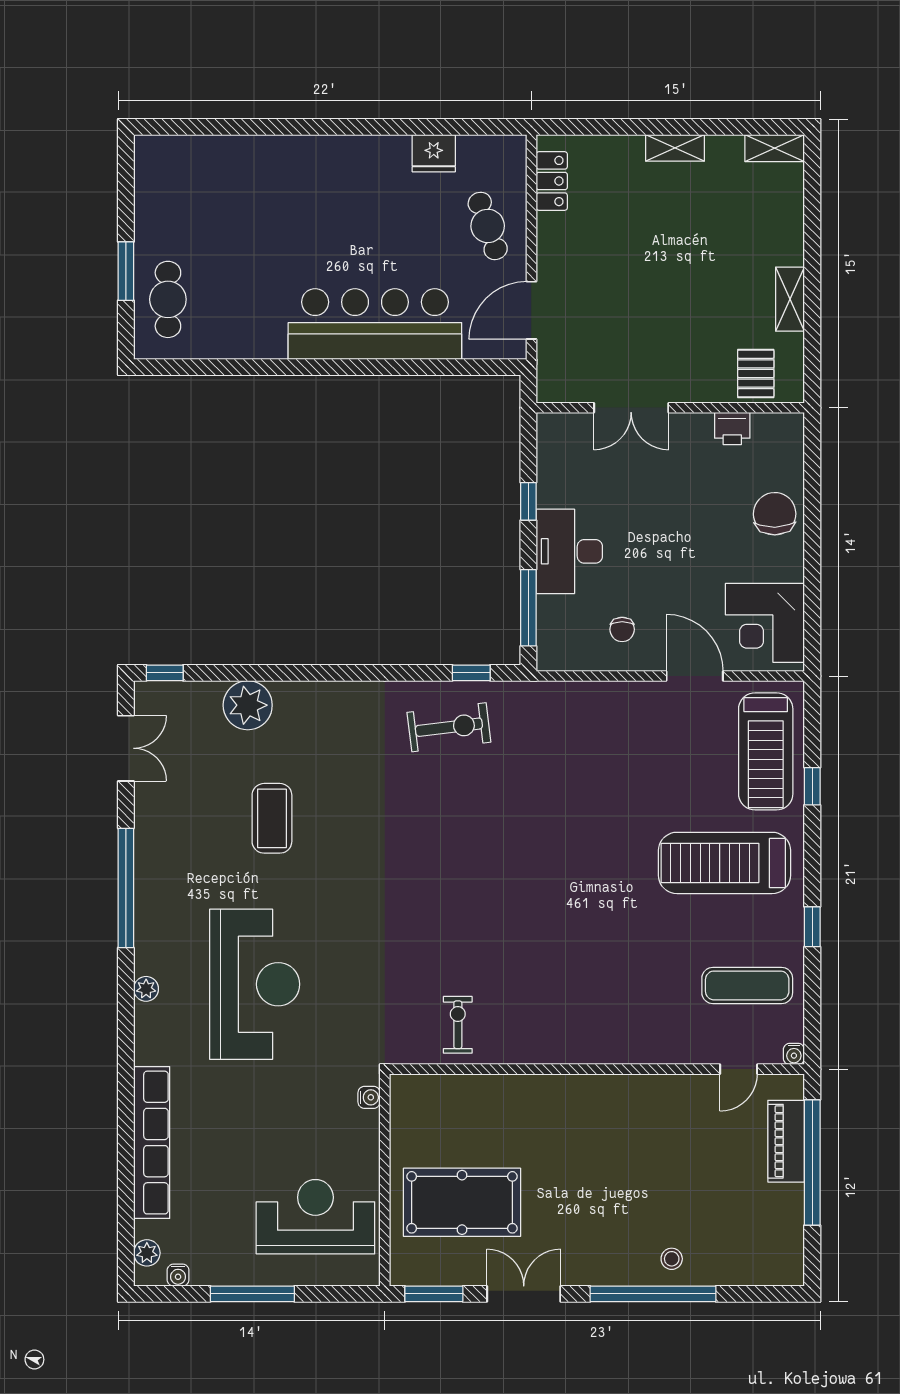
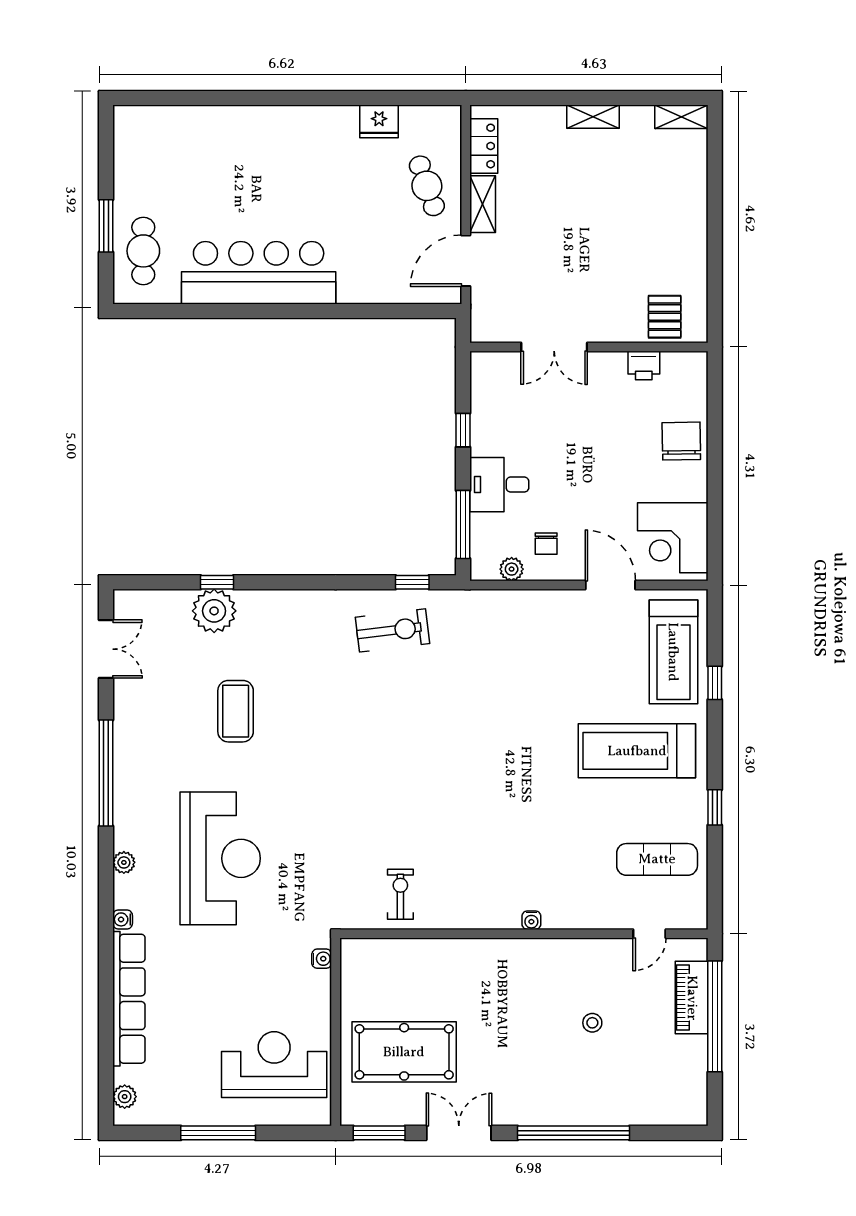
shelving: (790, 299) -> (483, 204), moved
bar counter: (375, 324) -> (259, 273), moved
desk: (569, 551) -> (499, 485), width x0.73
plant: (583, 658) -> (512, 569), added
window: (165, 673) -> (217, 582), moved
water cooler: (794, 1054) -> (531, 920), moved
stool: (672, 1259) -> (592, 1023), moved
water cooler: (178, 1275) -> (123, 919), moved, turned 90

